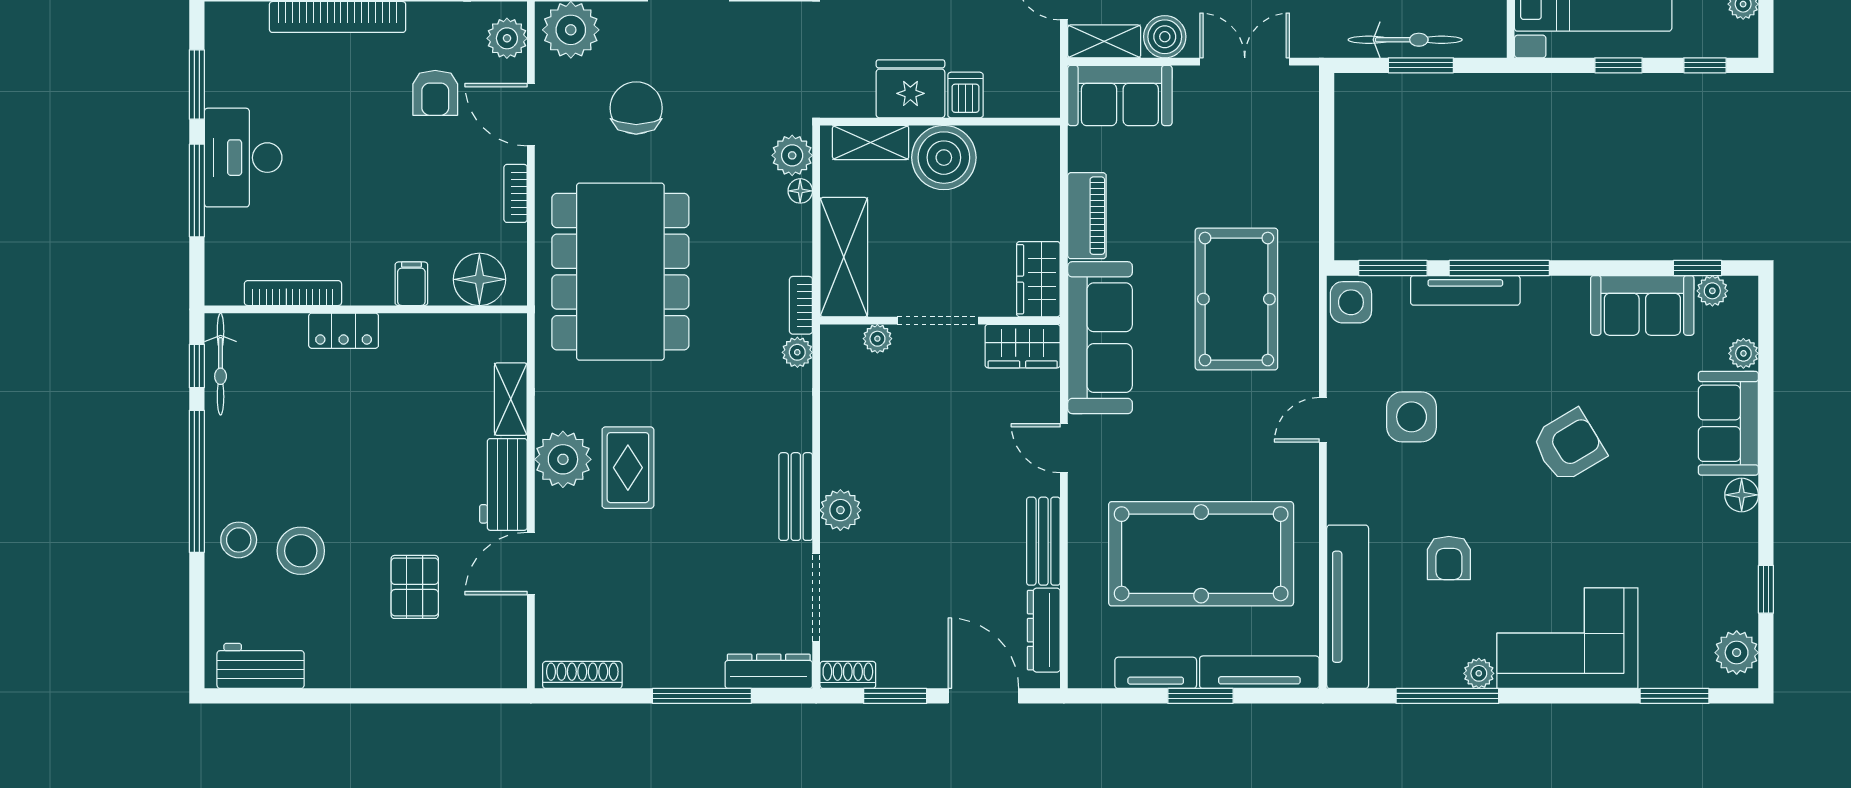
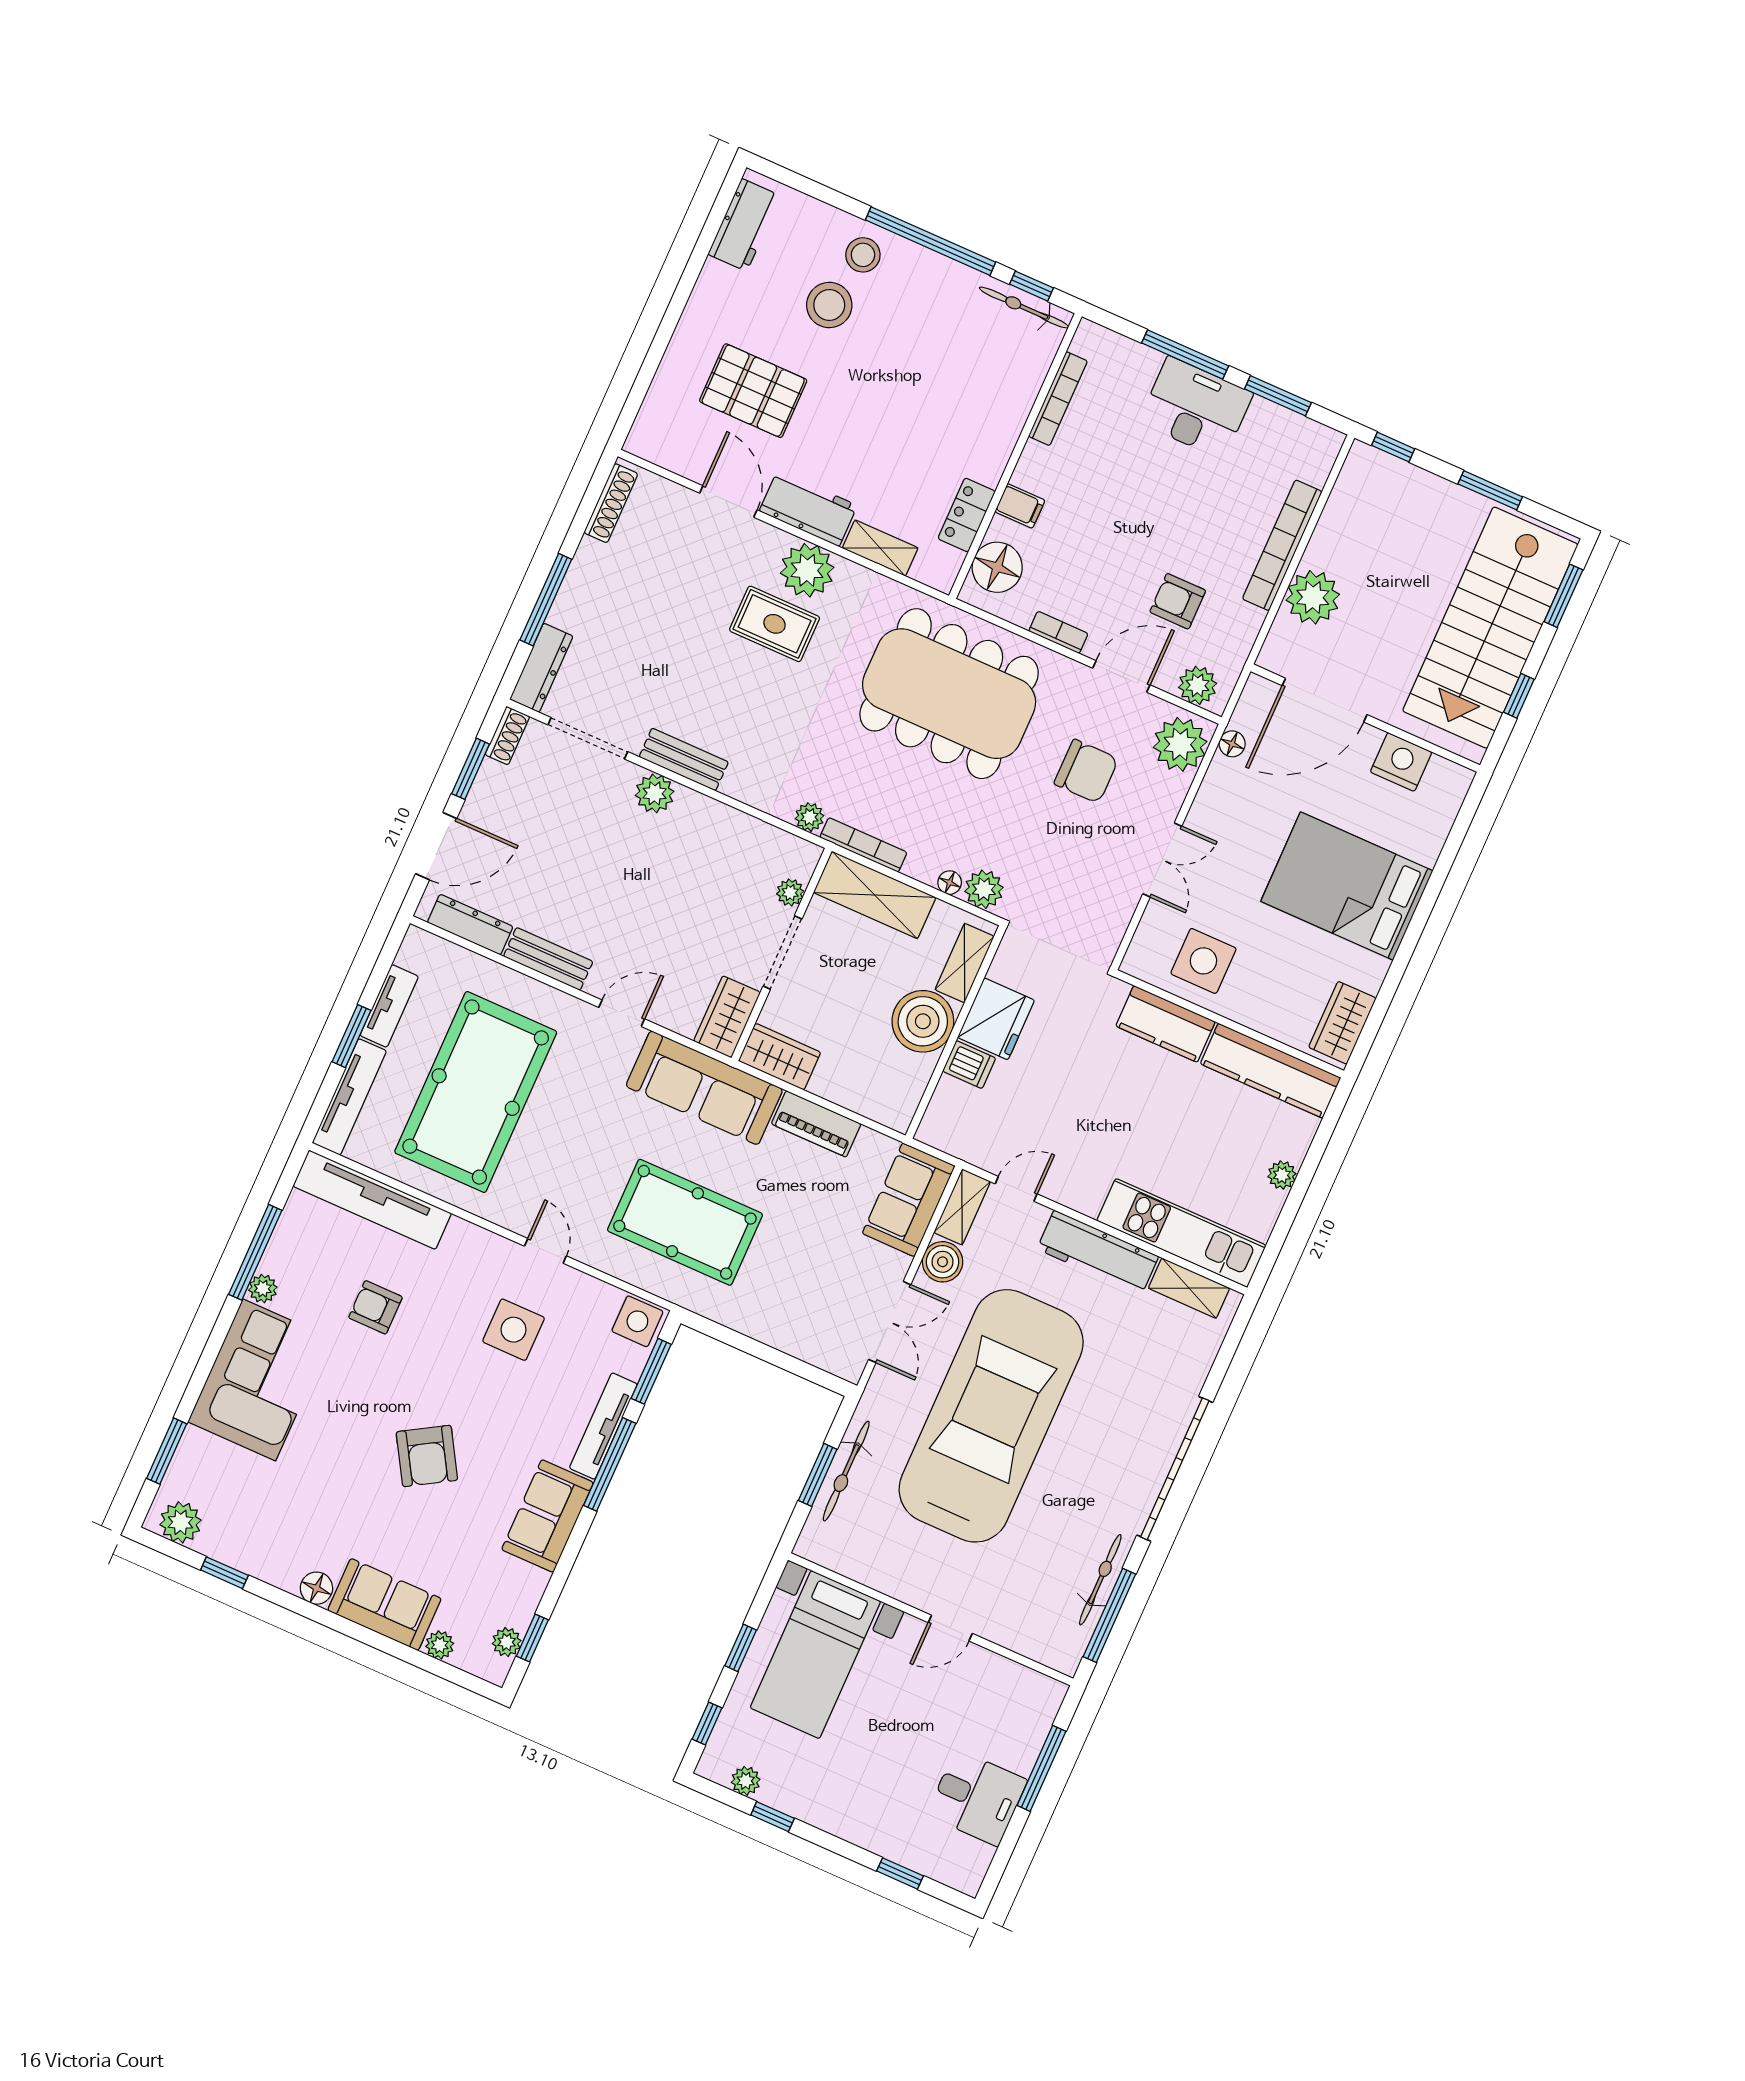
bookcase: (801, 305) -> (863, 845), width x1.56
sofa: (1642, 305) -> (548, 1516), moved
locker: (344, 331) -> (967, 515), moved
pallet: (415, 587) -> (753, 391), width x1.50, depth x1.42

